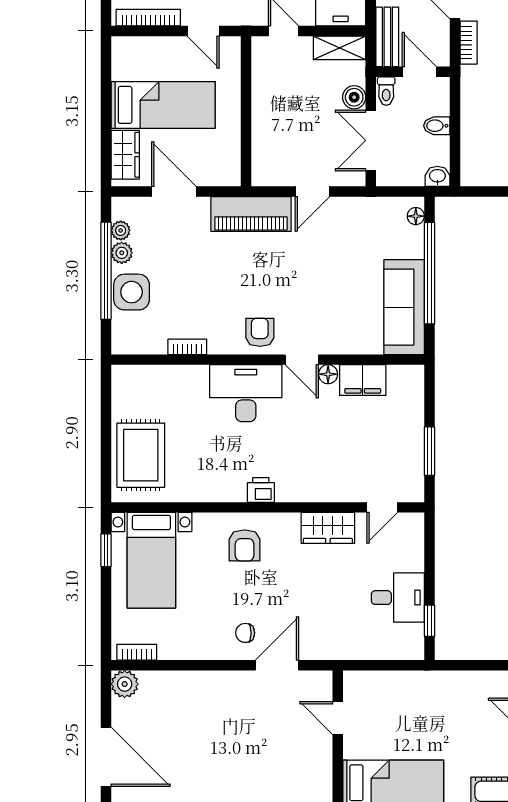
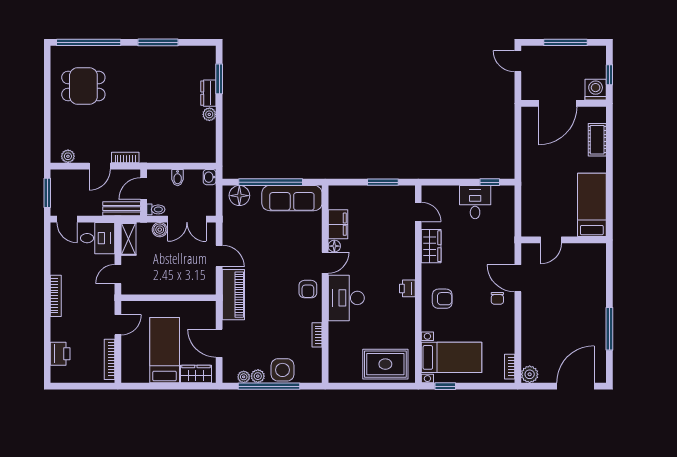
door: (174, 191) -> (219, 343), hinge flipped
floor lamp: (416, 216) -> (239, 196), width x1.89, depth x1.89
armchair: (260, 332) -> (308, 289), turned -90

